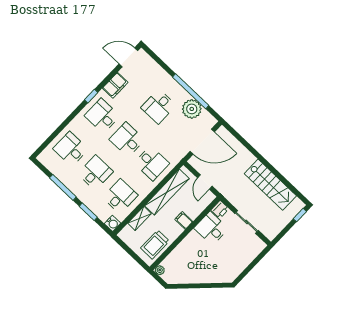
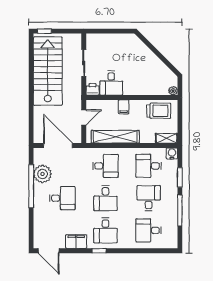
desk: (71, 149) -> (149, 230), turned 90
desk: (152, 163) -> (105, 166), turned 90
desk: (95, 173) -> (149, 198), turned 90
stairs: (270, 185) -> (48, 71), width x1.36, depth x1.51
shelving: (140, 218) -> (166, 138), moved

